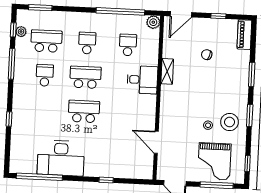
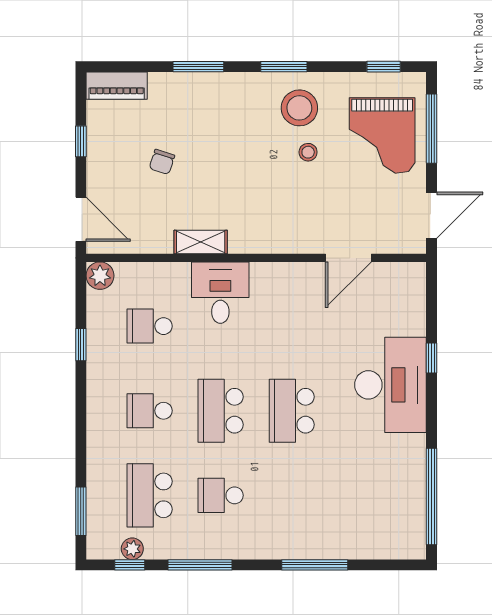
window: (120, 11) -> (81, 345), width x0.32
window: (9, 119) -> (315, 565), width x2.17
desk: (61, 158) -> (390, 385), moved
grand piano: (214, 161) -> (382, 135), turned 90

